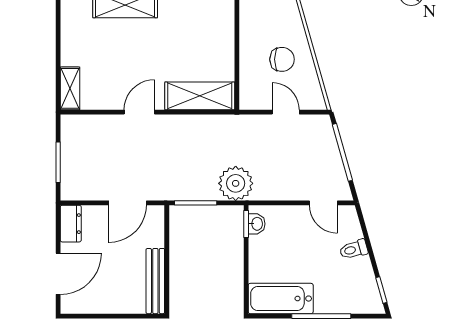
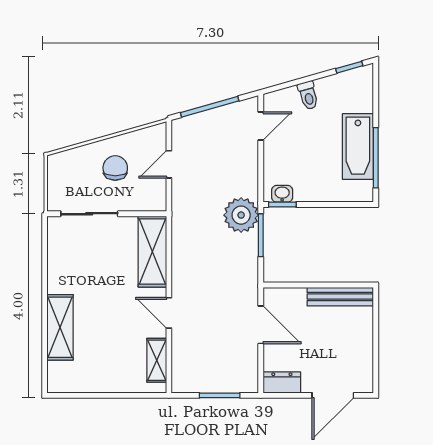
sliding door: (237, 34) -> (89, 214), added
shelving: (70, 88) -> (157, 360), moved, turned 90
window: (196, 203) -> (261, 235), moved
door: (58, 274) -> (333, 395), swing flipped
bathtub: (281, 299) -> (358, 147), moved
window: (321, 316) -> (376, 158), moved

